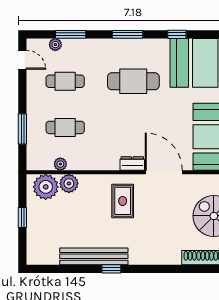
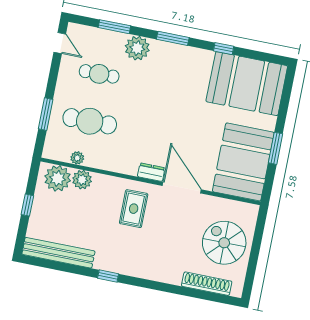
plant: (55, 45) -> (137, 48), moved, width x1.88, depth x1.88
cafe table: (133, 81) -> (169, 88), removed
cafe table: (65, 127) -> (90, 121), width x1.37, depth x1.35
bench: (94, 256) -> (58, 253), moved

